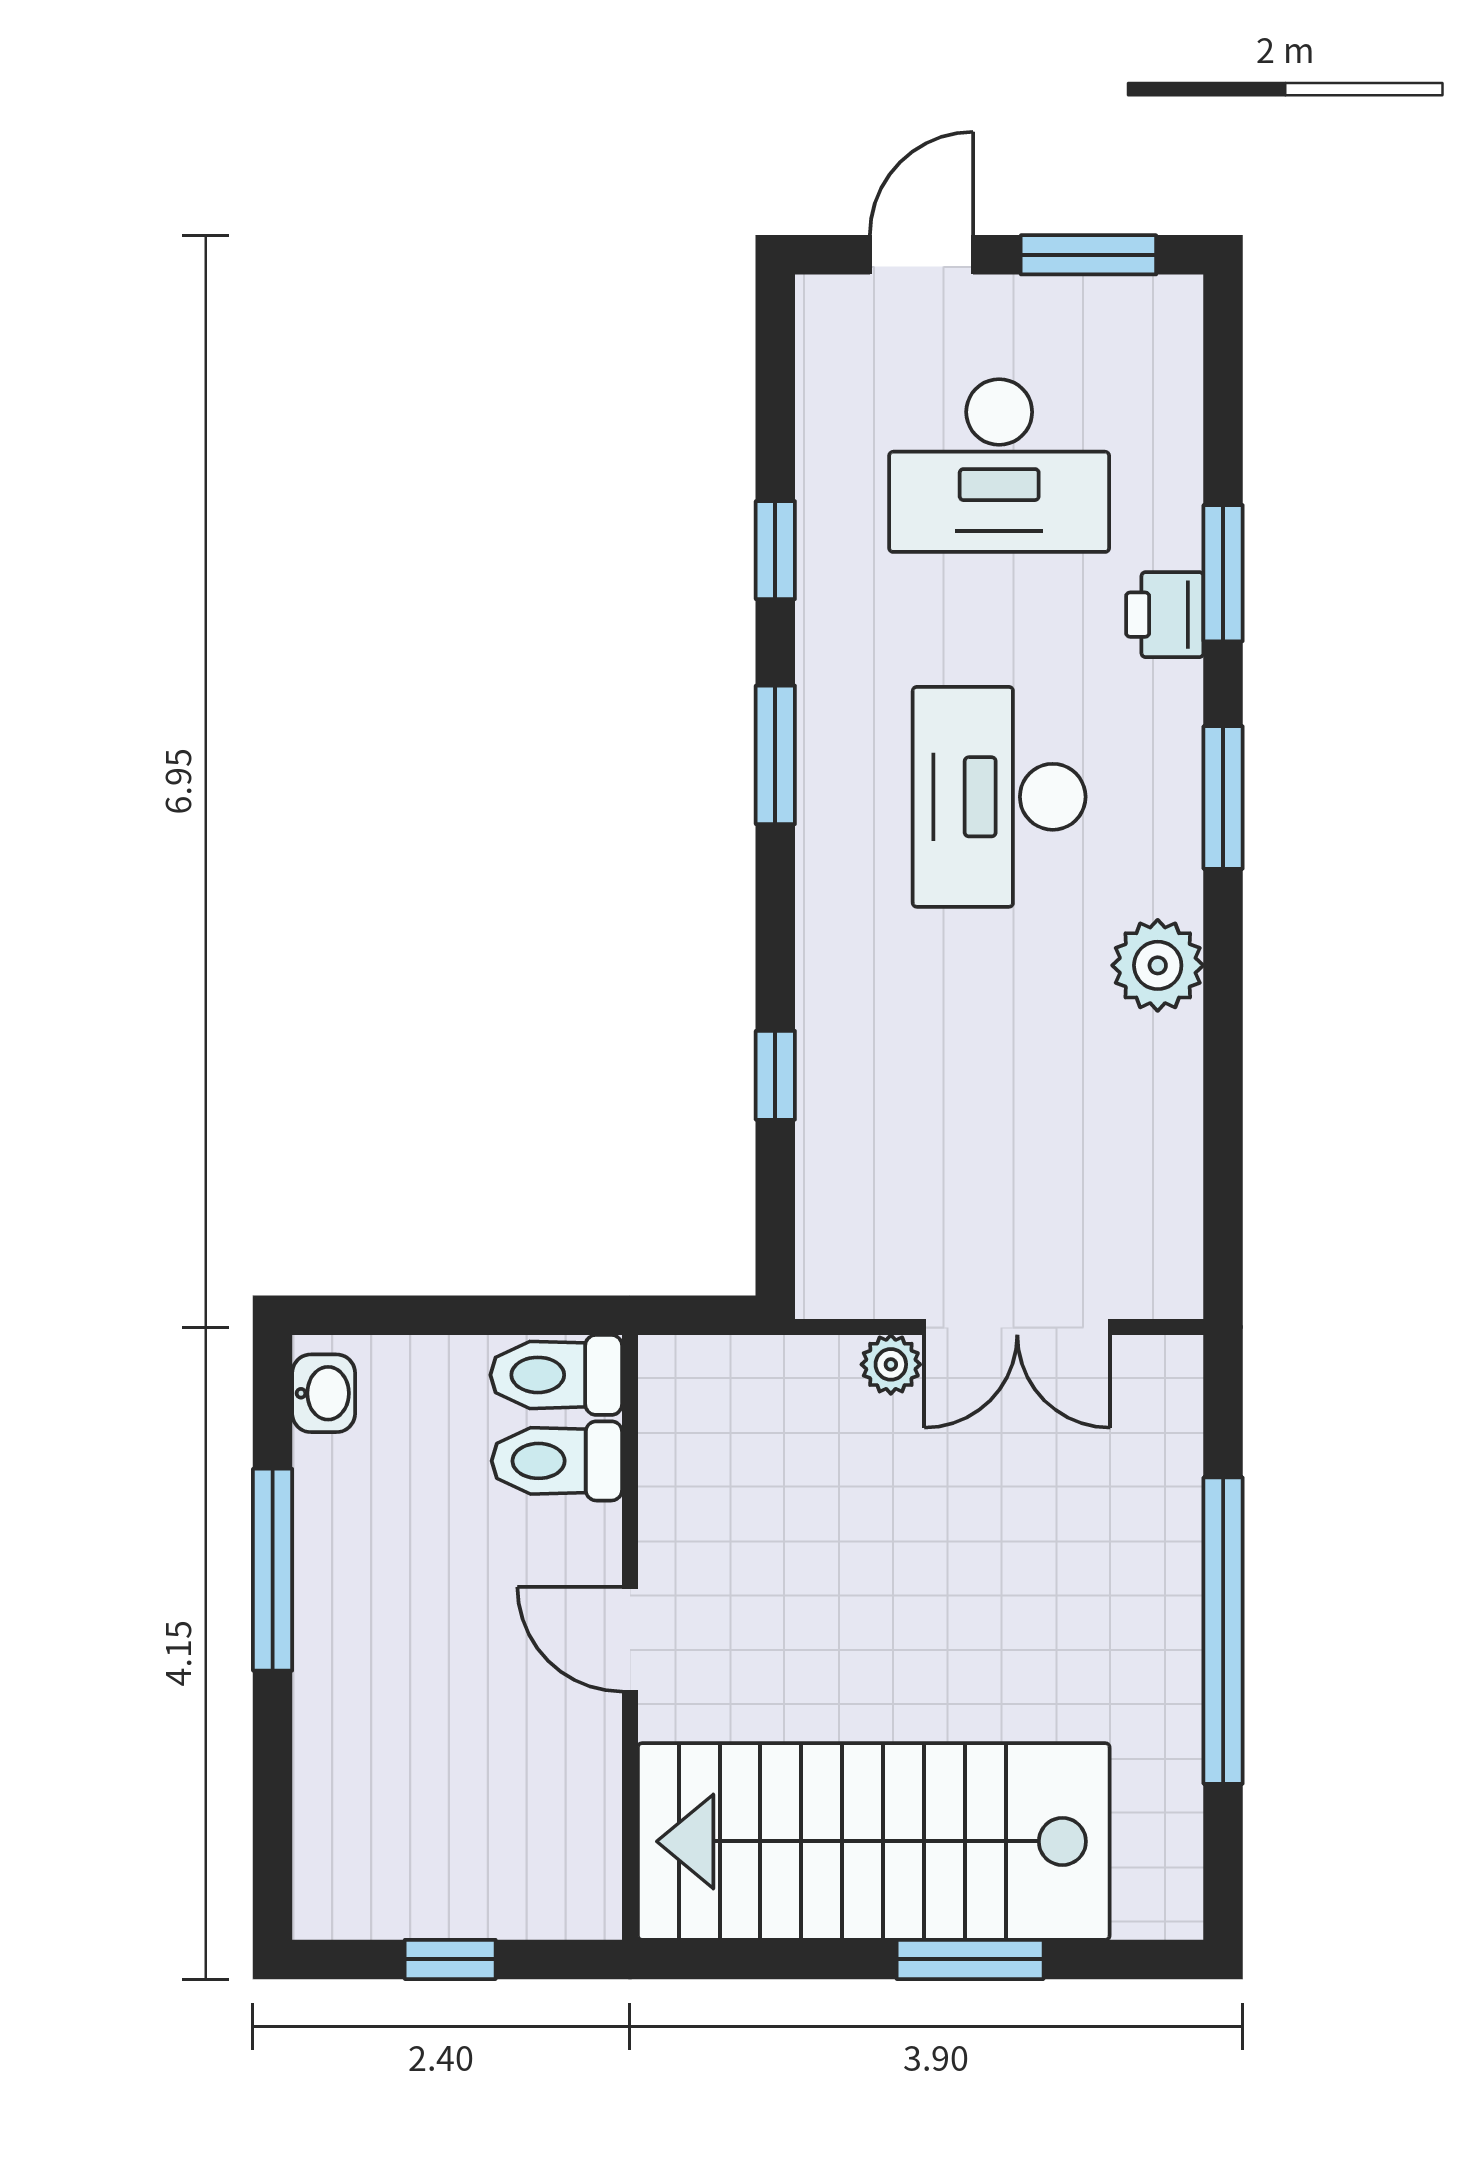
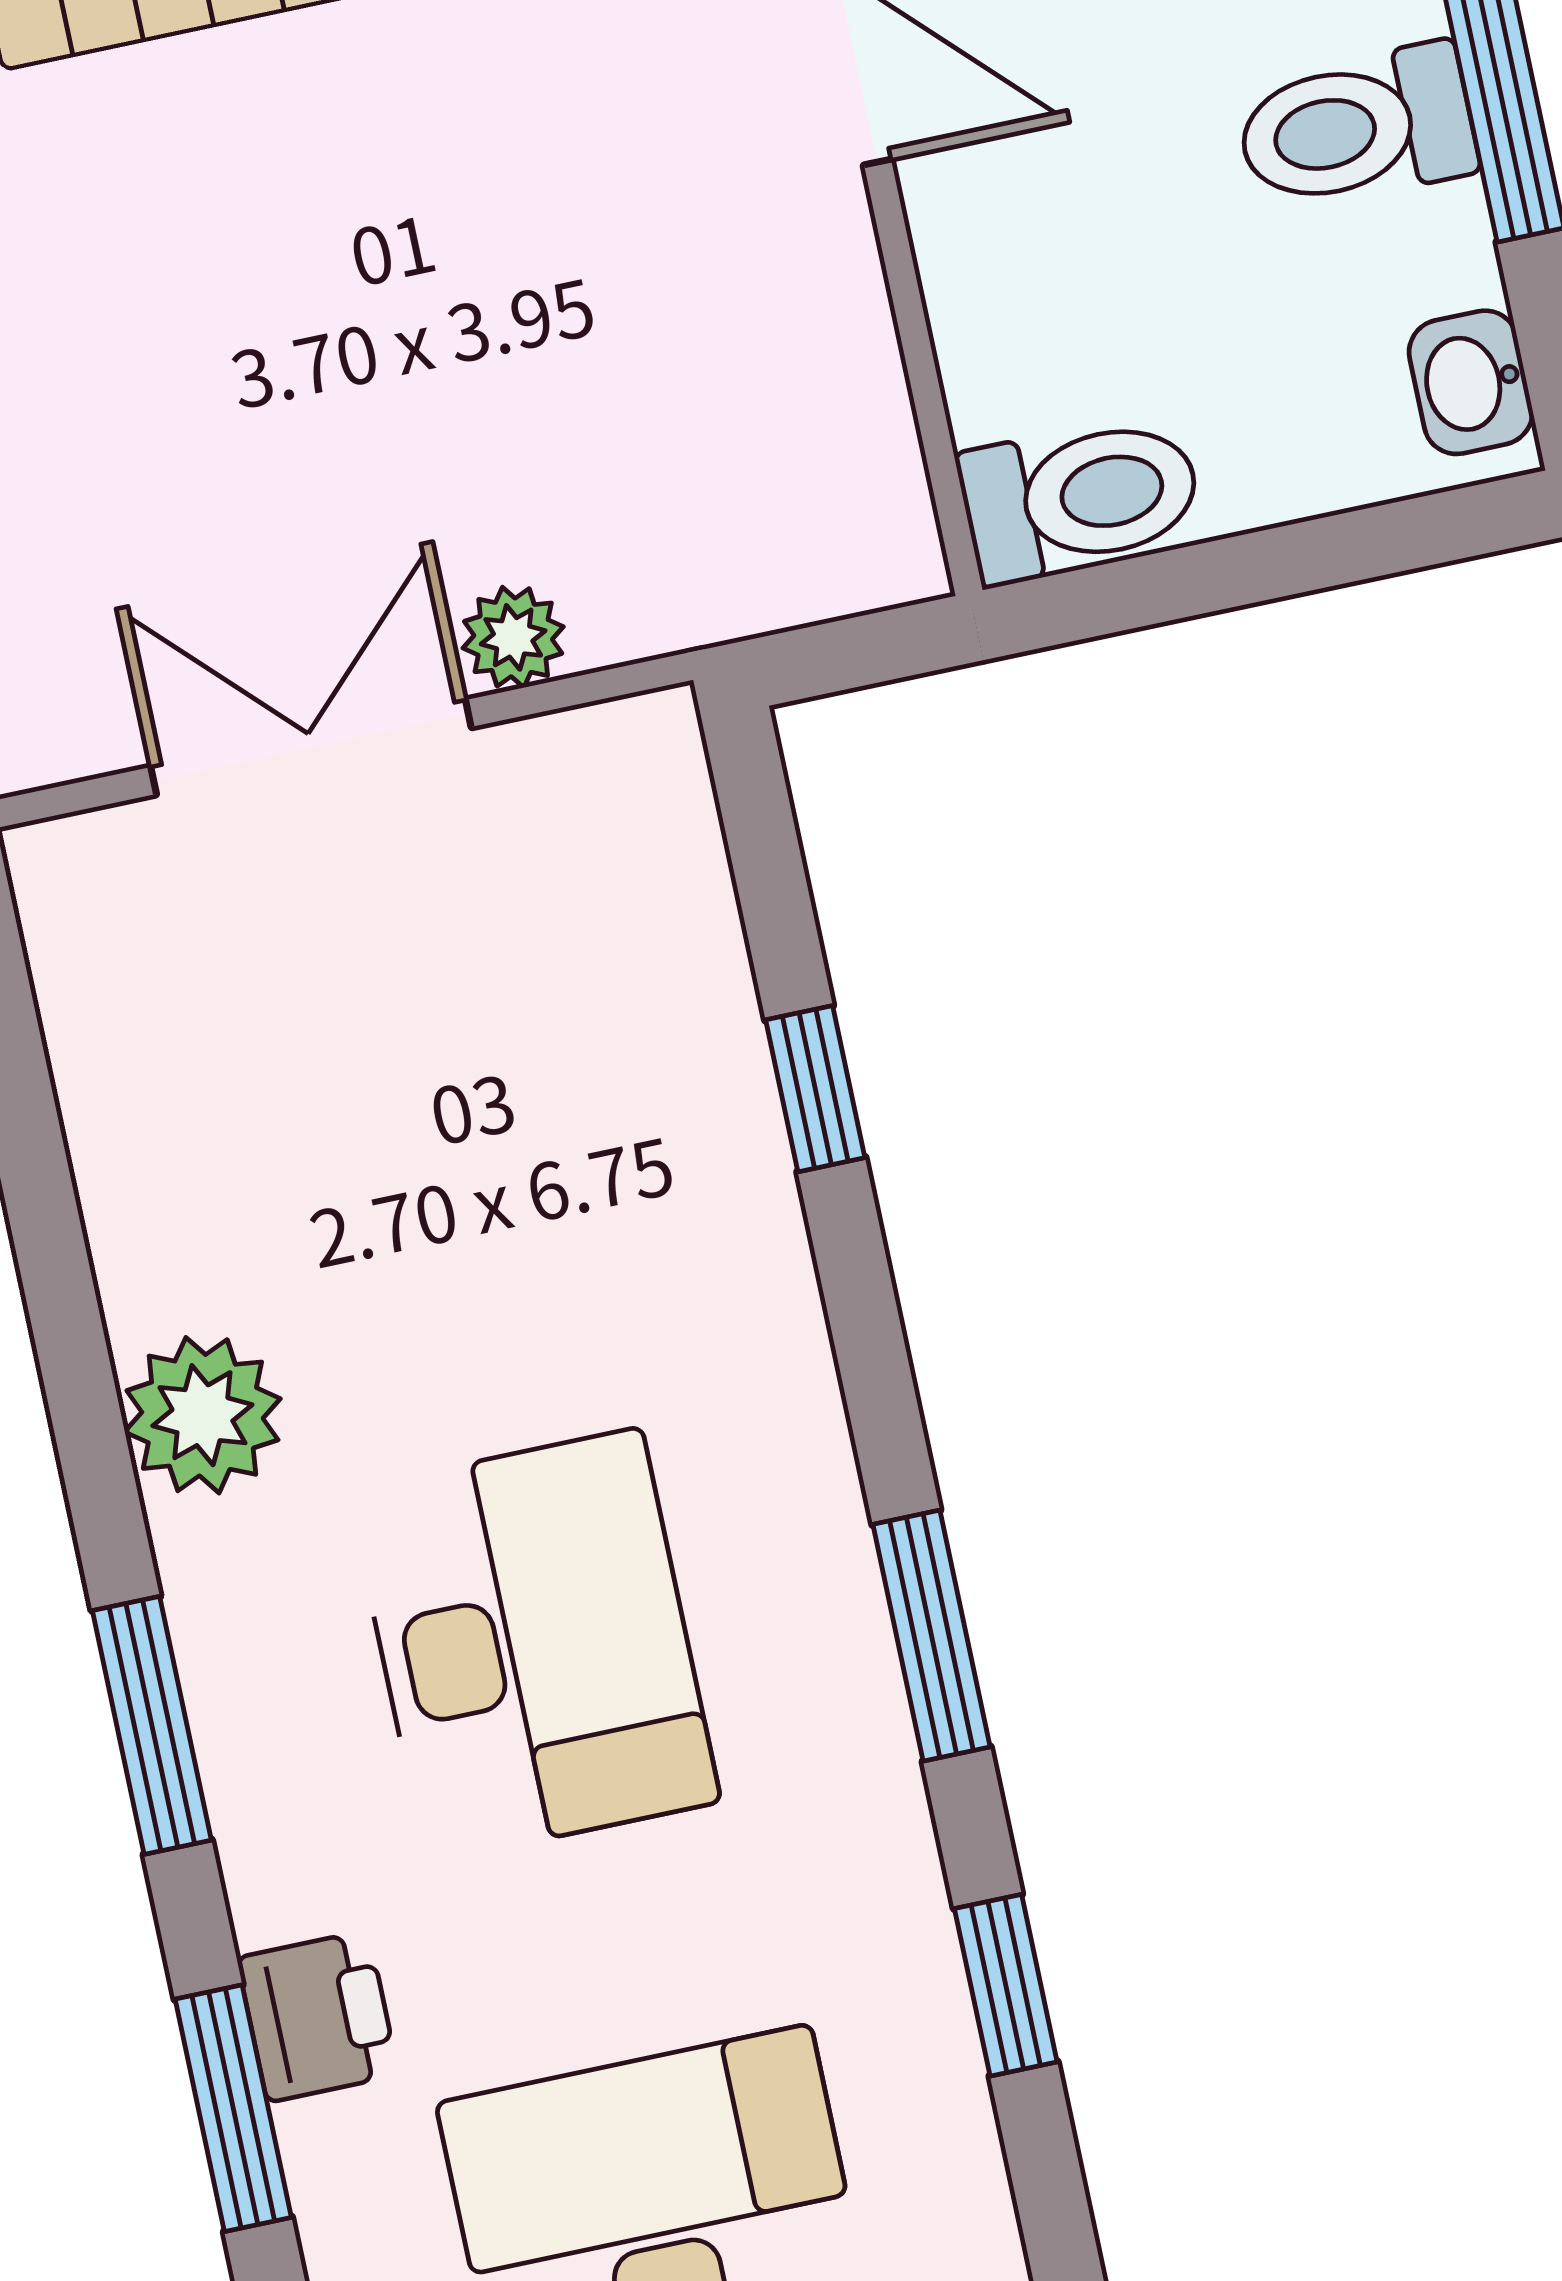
toilet: (557, 1461) -> (1356, 128), moved, turned 180

